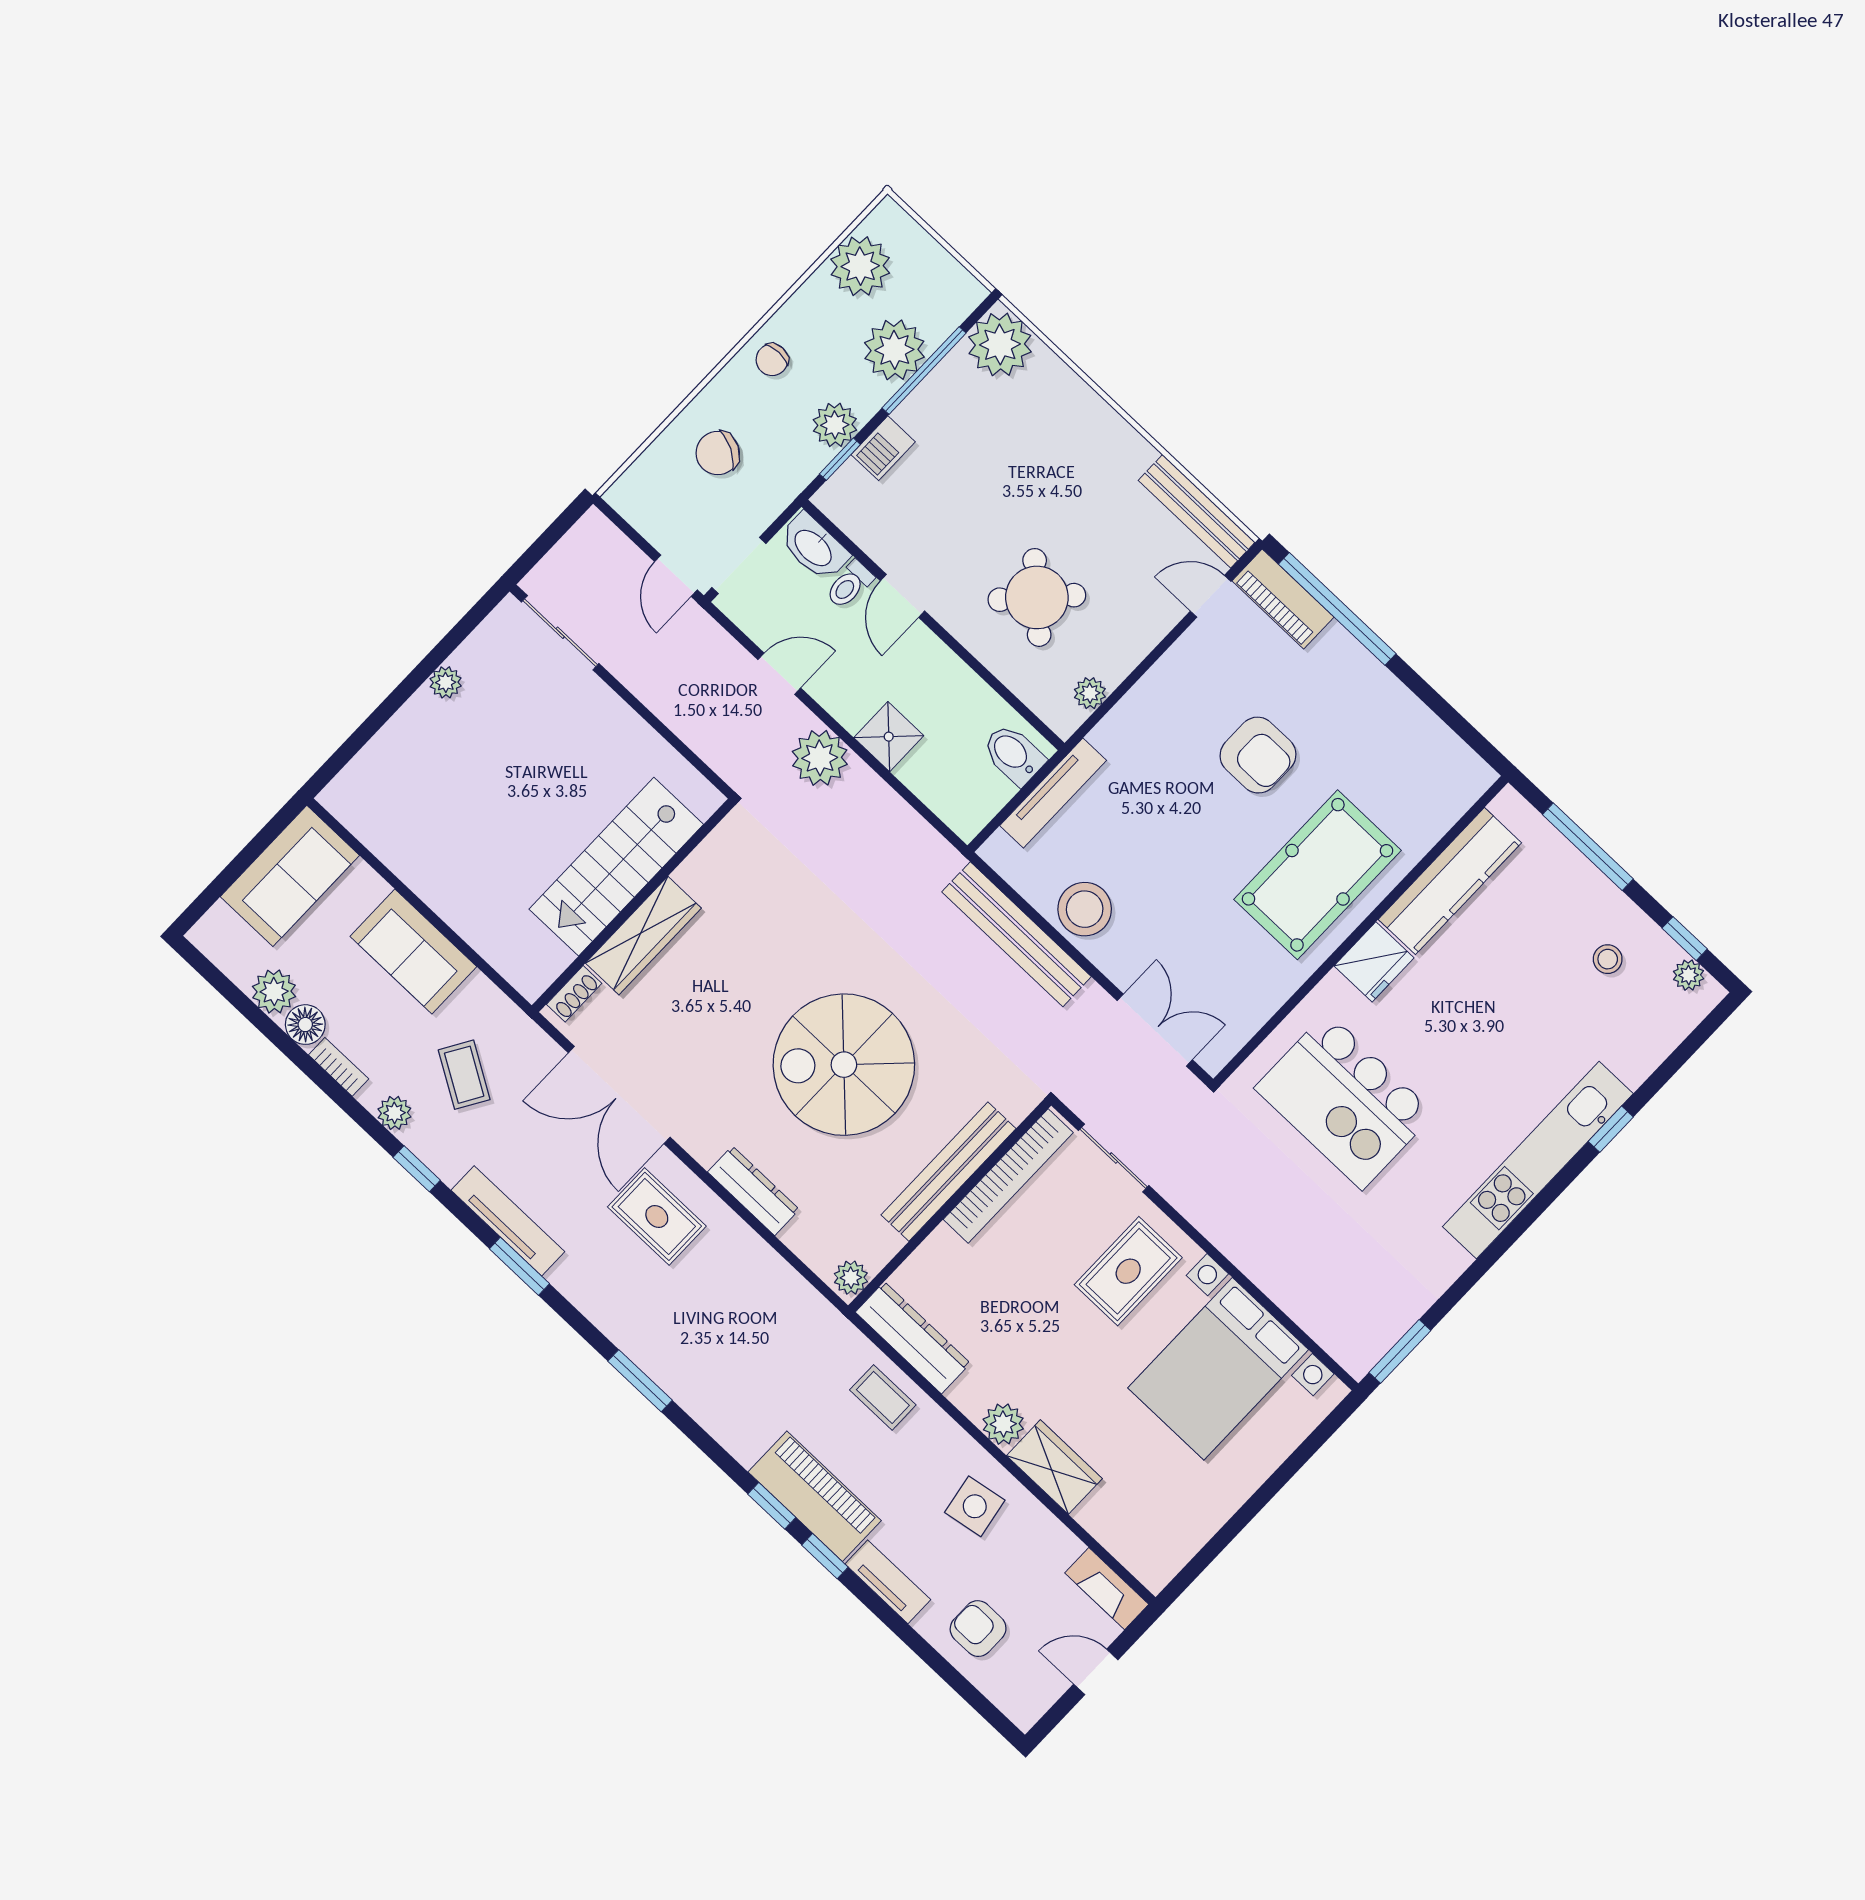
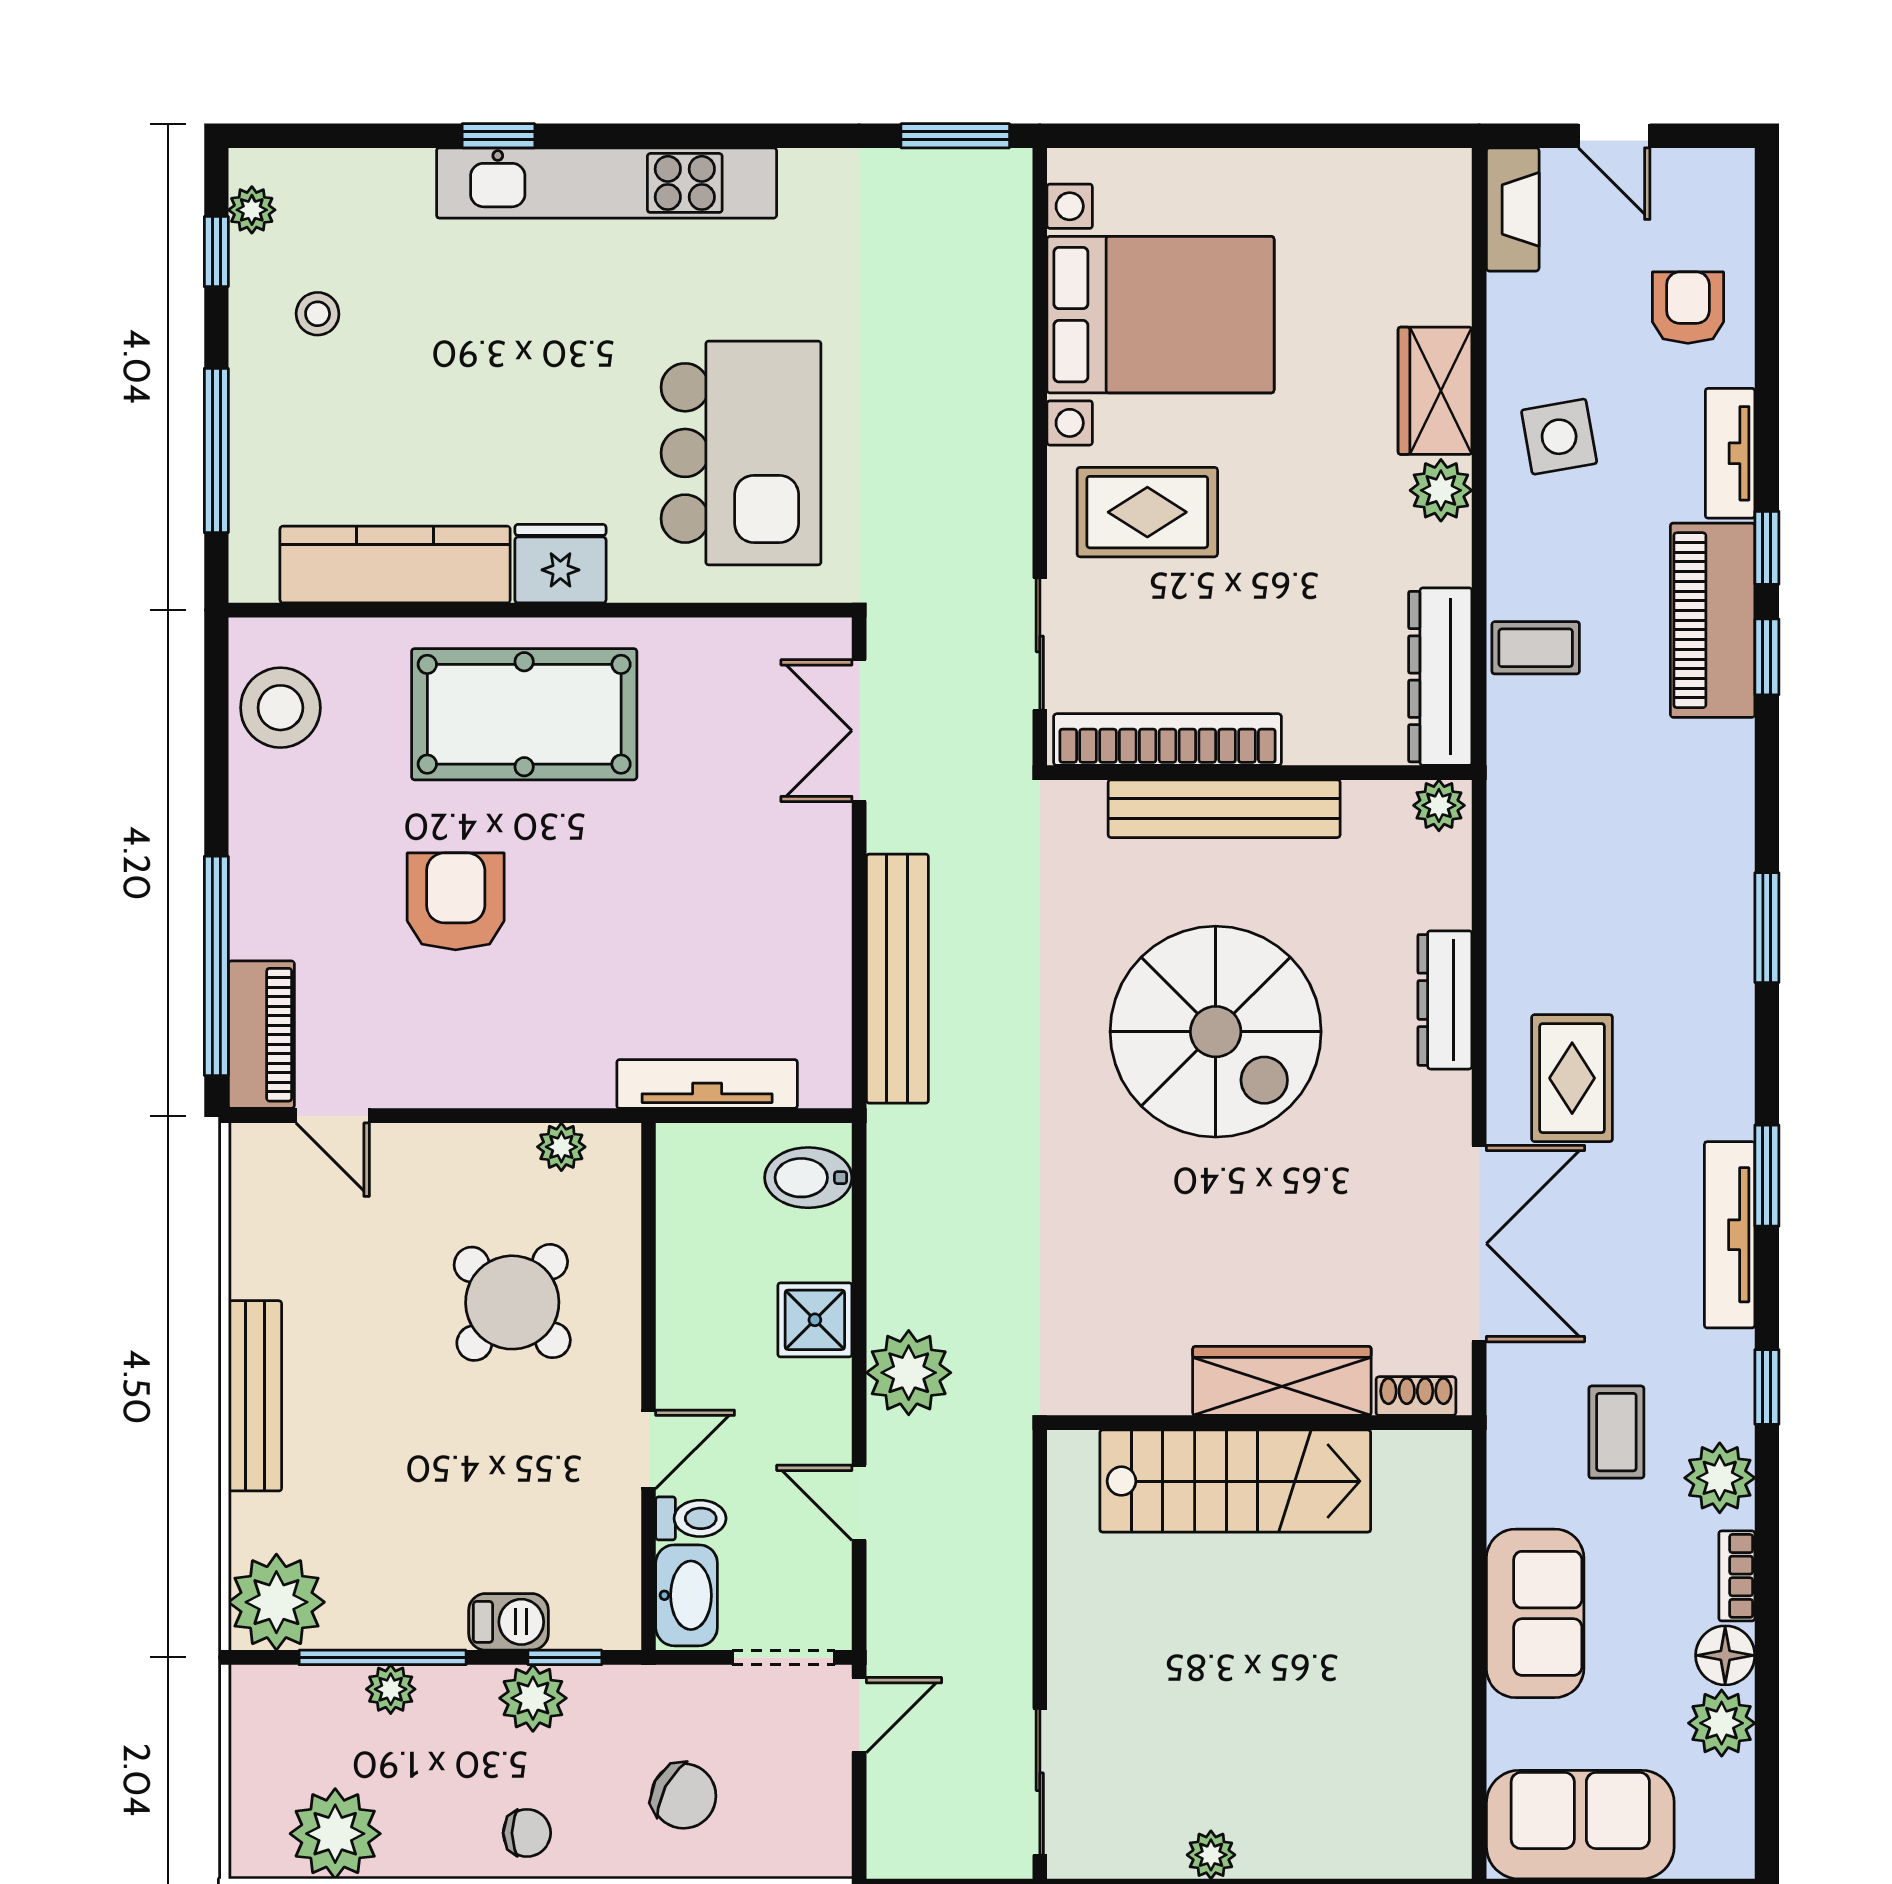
plant: (894, 350) -> (391, 1689), width x0.53, depth x0.53
bench: (1197, 511) -> (255, 1396), moved
bidet: (1013, 754) -> (808, 1178), moved, turned 90
stool: (1085, 909) -> (280, 708), moved
coffee table: (464, 1075) -> (1616, 1432), turned -31
plant: (394, 1113) -> (1720, 1478), width x1.38, depth x1.38
coffee table: (883, 1397) -> (1536, 648), turned 90
armchair: (978, 1629) -> (1688, 308), turned 180

